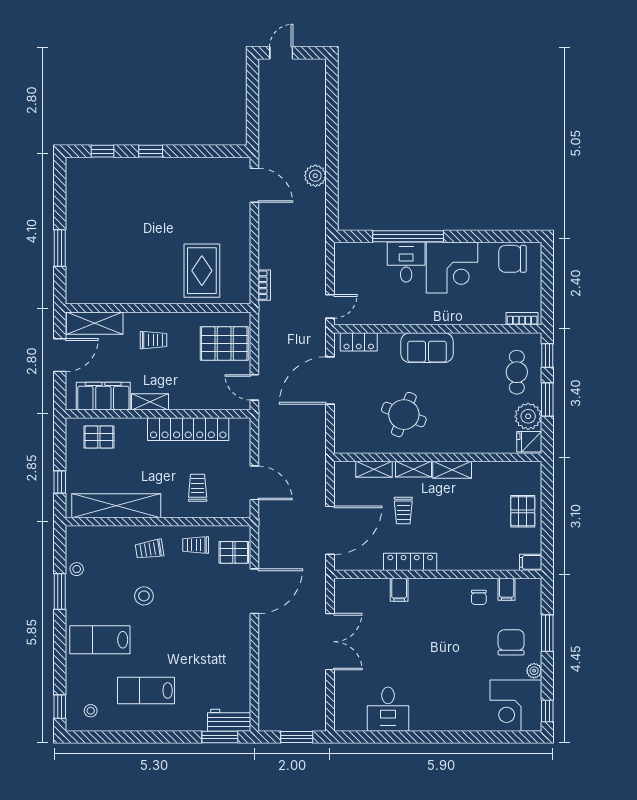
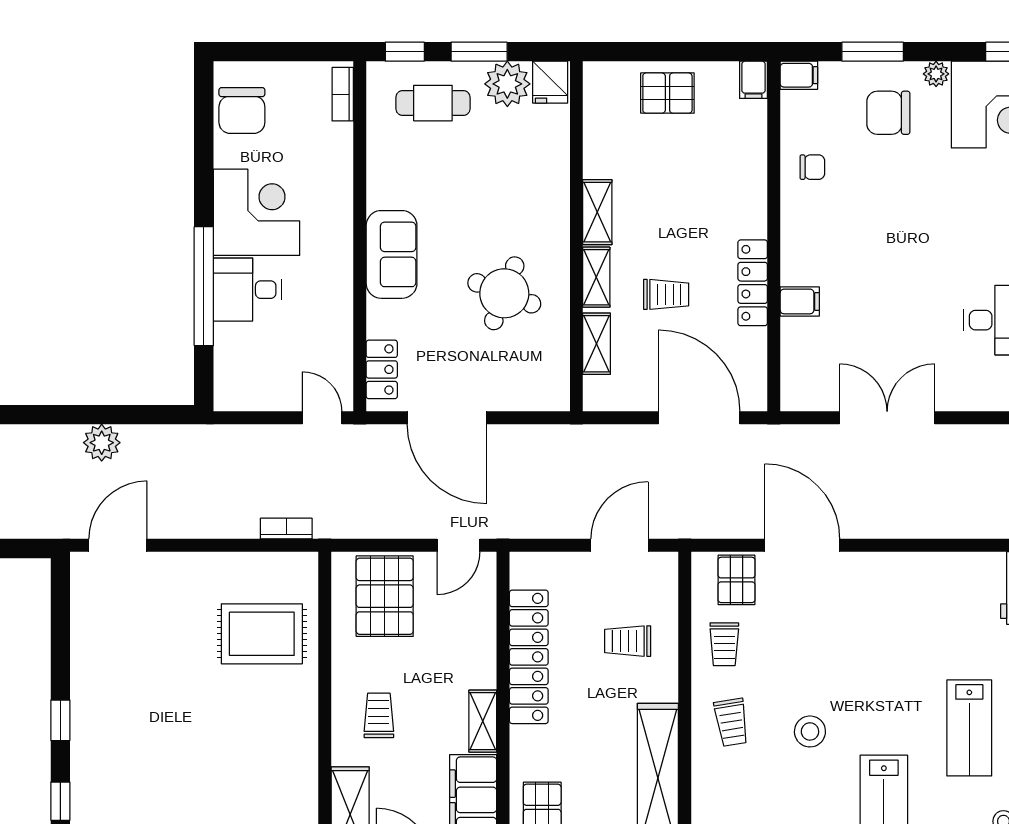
filing cabinet: (507, 589) -> (799, 75), moved

